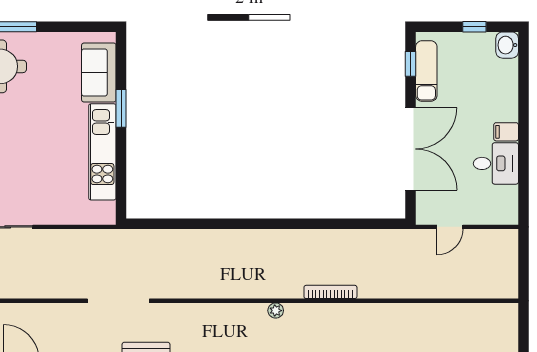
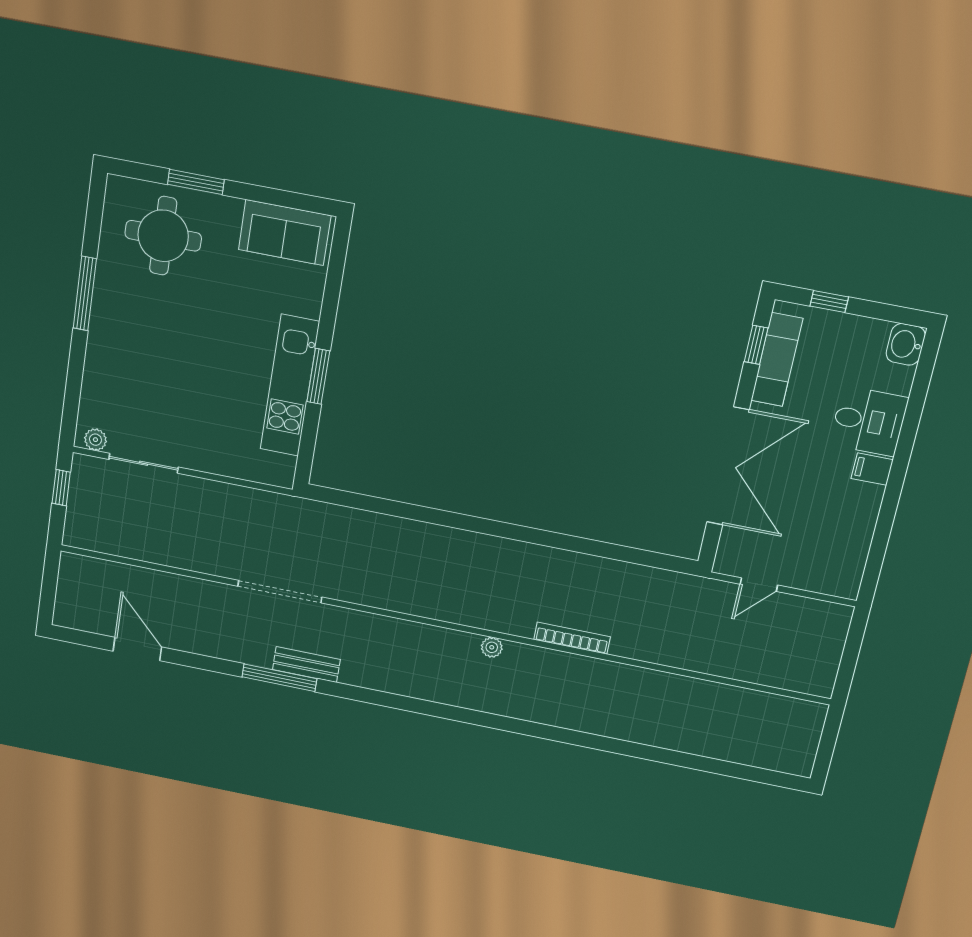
window: (474, 27) -> (829, 302), moved
sofa: (99, 72) -> (285, 233), moved, turned -90
window: (121, 108) -> (318, 376), moved
desk: (496, 163) -> (869, 421), moved

